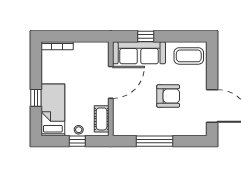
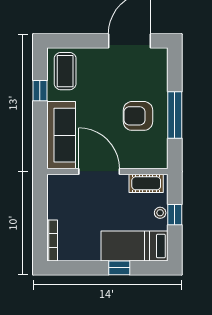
window: (146, 36) -> (40, 91), moved
armchair: (168, 96) -> (138, 116), moved, turned -90

